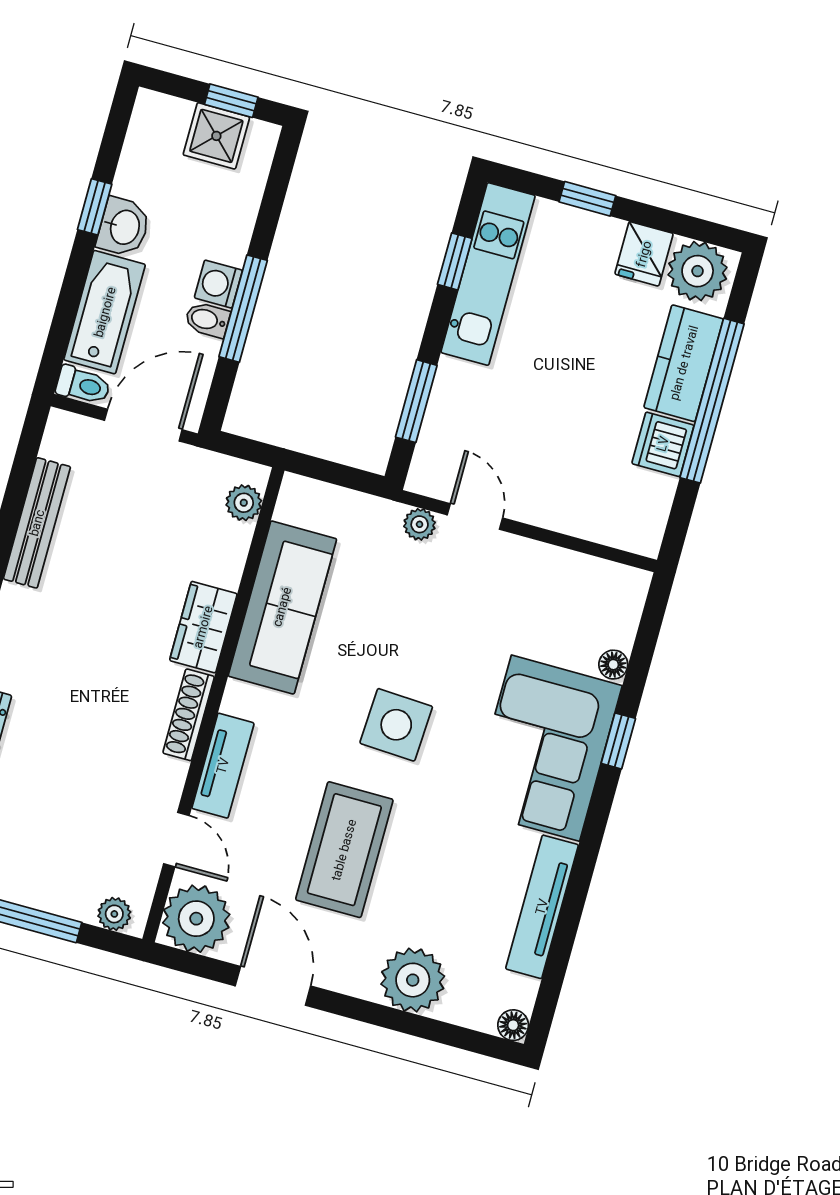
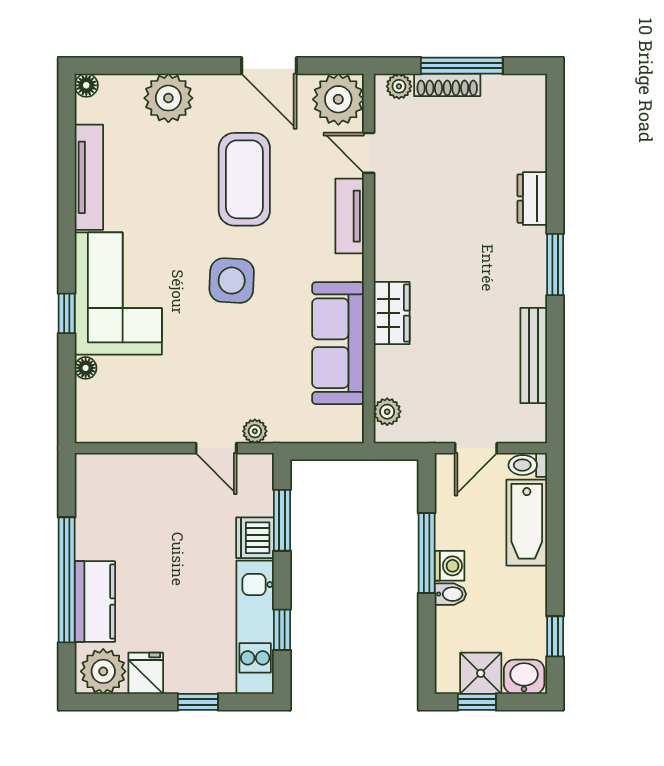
window: (95, 207) -> (555, 636), moved
washbasin: (124, 227) -> (524, 677), moved, turned 90
bidet: (207, 320) -> (450, 594), moved
door: (143, 425) -> (476, 448), width x0.73
dishwasher: (663, 444) -> (255, 538), moved, turned 180
shoe rack: (189, 715) -> (447, 85), moved, turned 90

